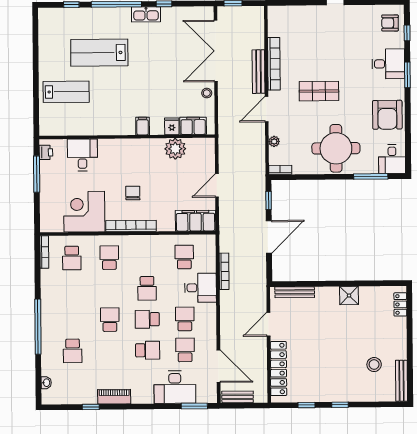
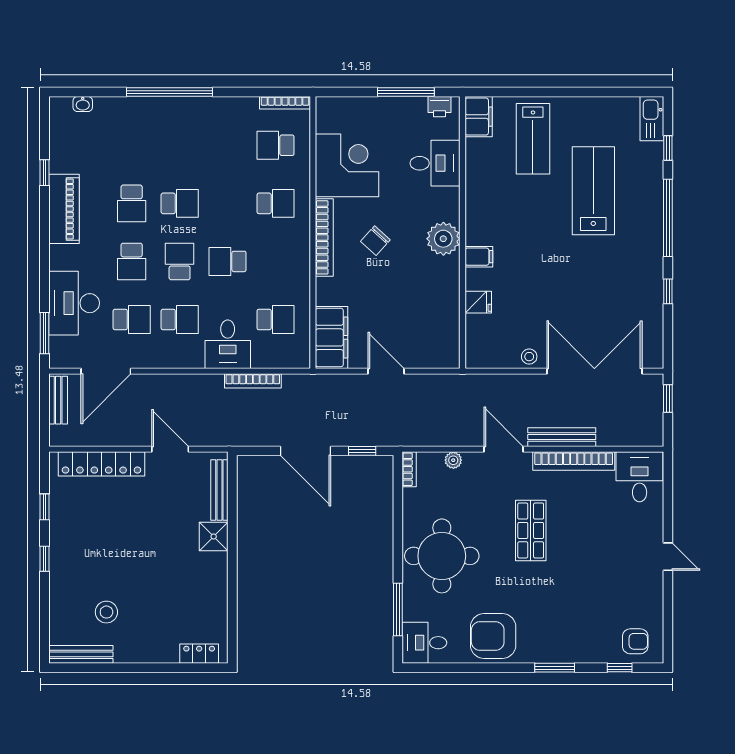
kitchen sink: (146, 14) -> (652, 119), moved
armchair: (390, 23) -> (635, 641), turned 90
desk: (388, 64) -> (640, 477), moved, turned 180
filing cabinet: (193, 126) -> (479, 117), moved
plant: (175, 149) -> (443, 239), moved
chair: (133, 193) -> (375, 241), turned 132
shower: (349, 296) -> (214, 536), moved
school desk: (73, 351) -> (132, 203), moved, turned -90
piano: (114, 397) -> (64, 209), width x1.37, depth x1.33

